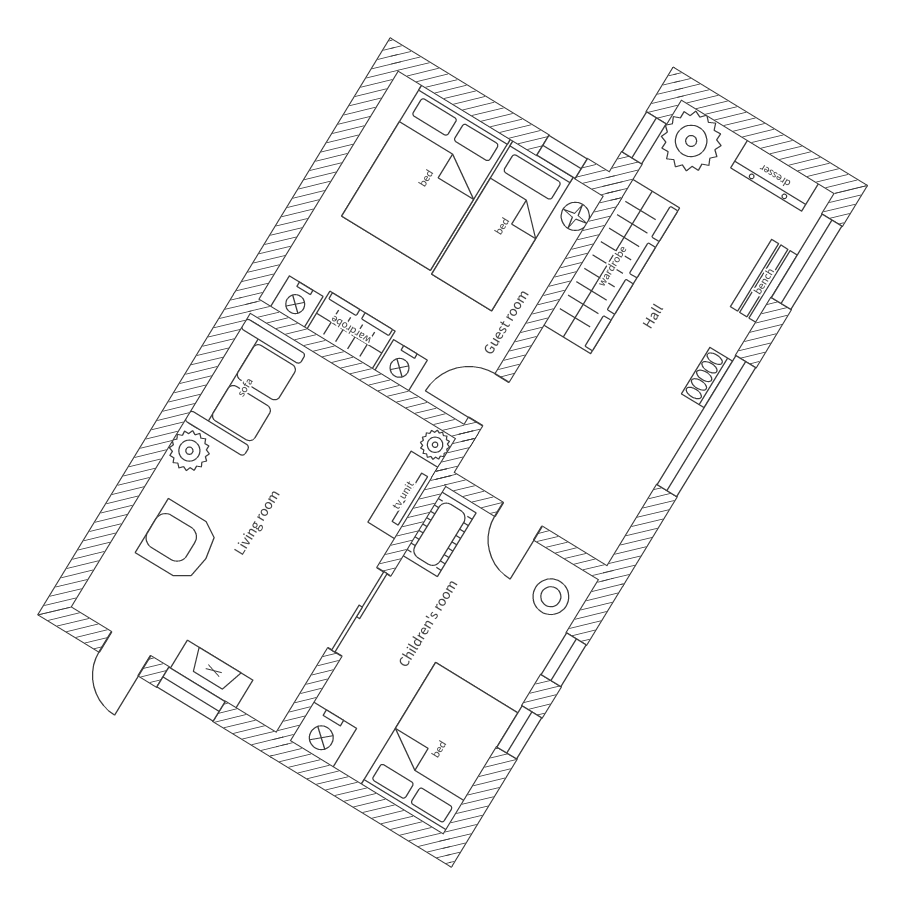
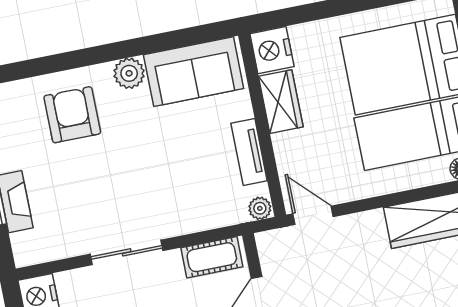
nightstand: (297, 302) -> (272, 50), width x1.36, depth x1.33
nightstand: (401, 365) -> (287, 148), removed
tv unit: (403, 495) -> (249, 152), moved, turned -90

